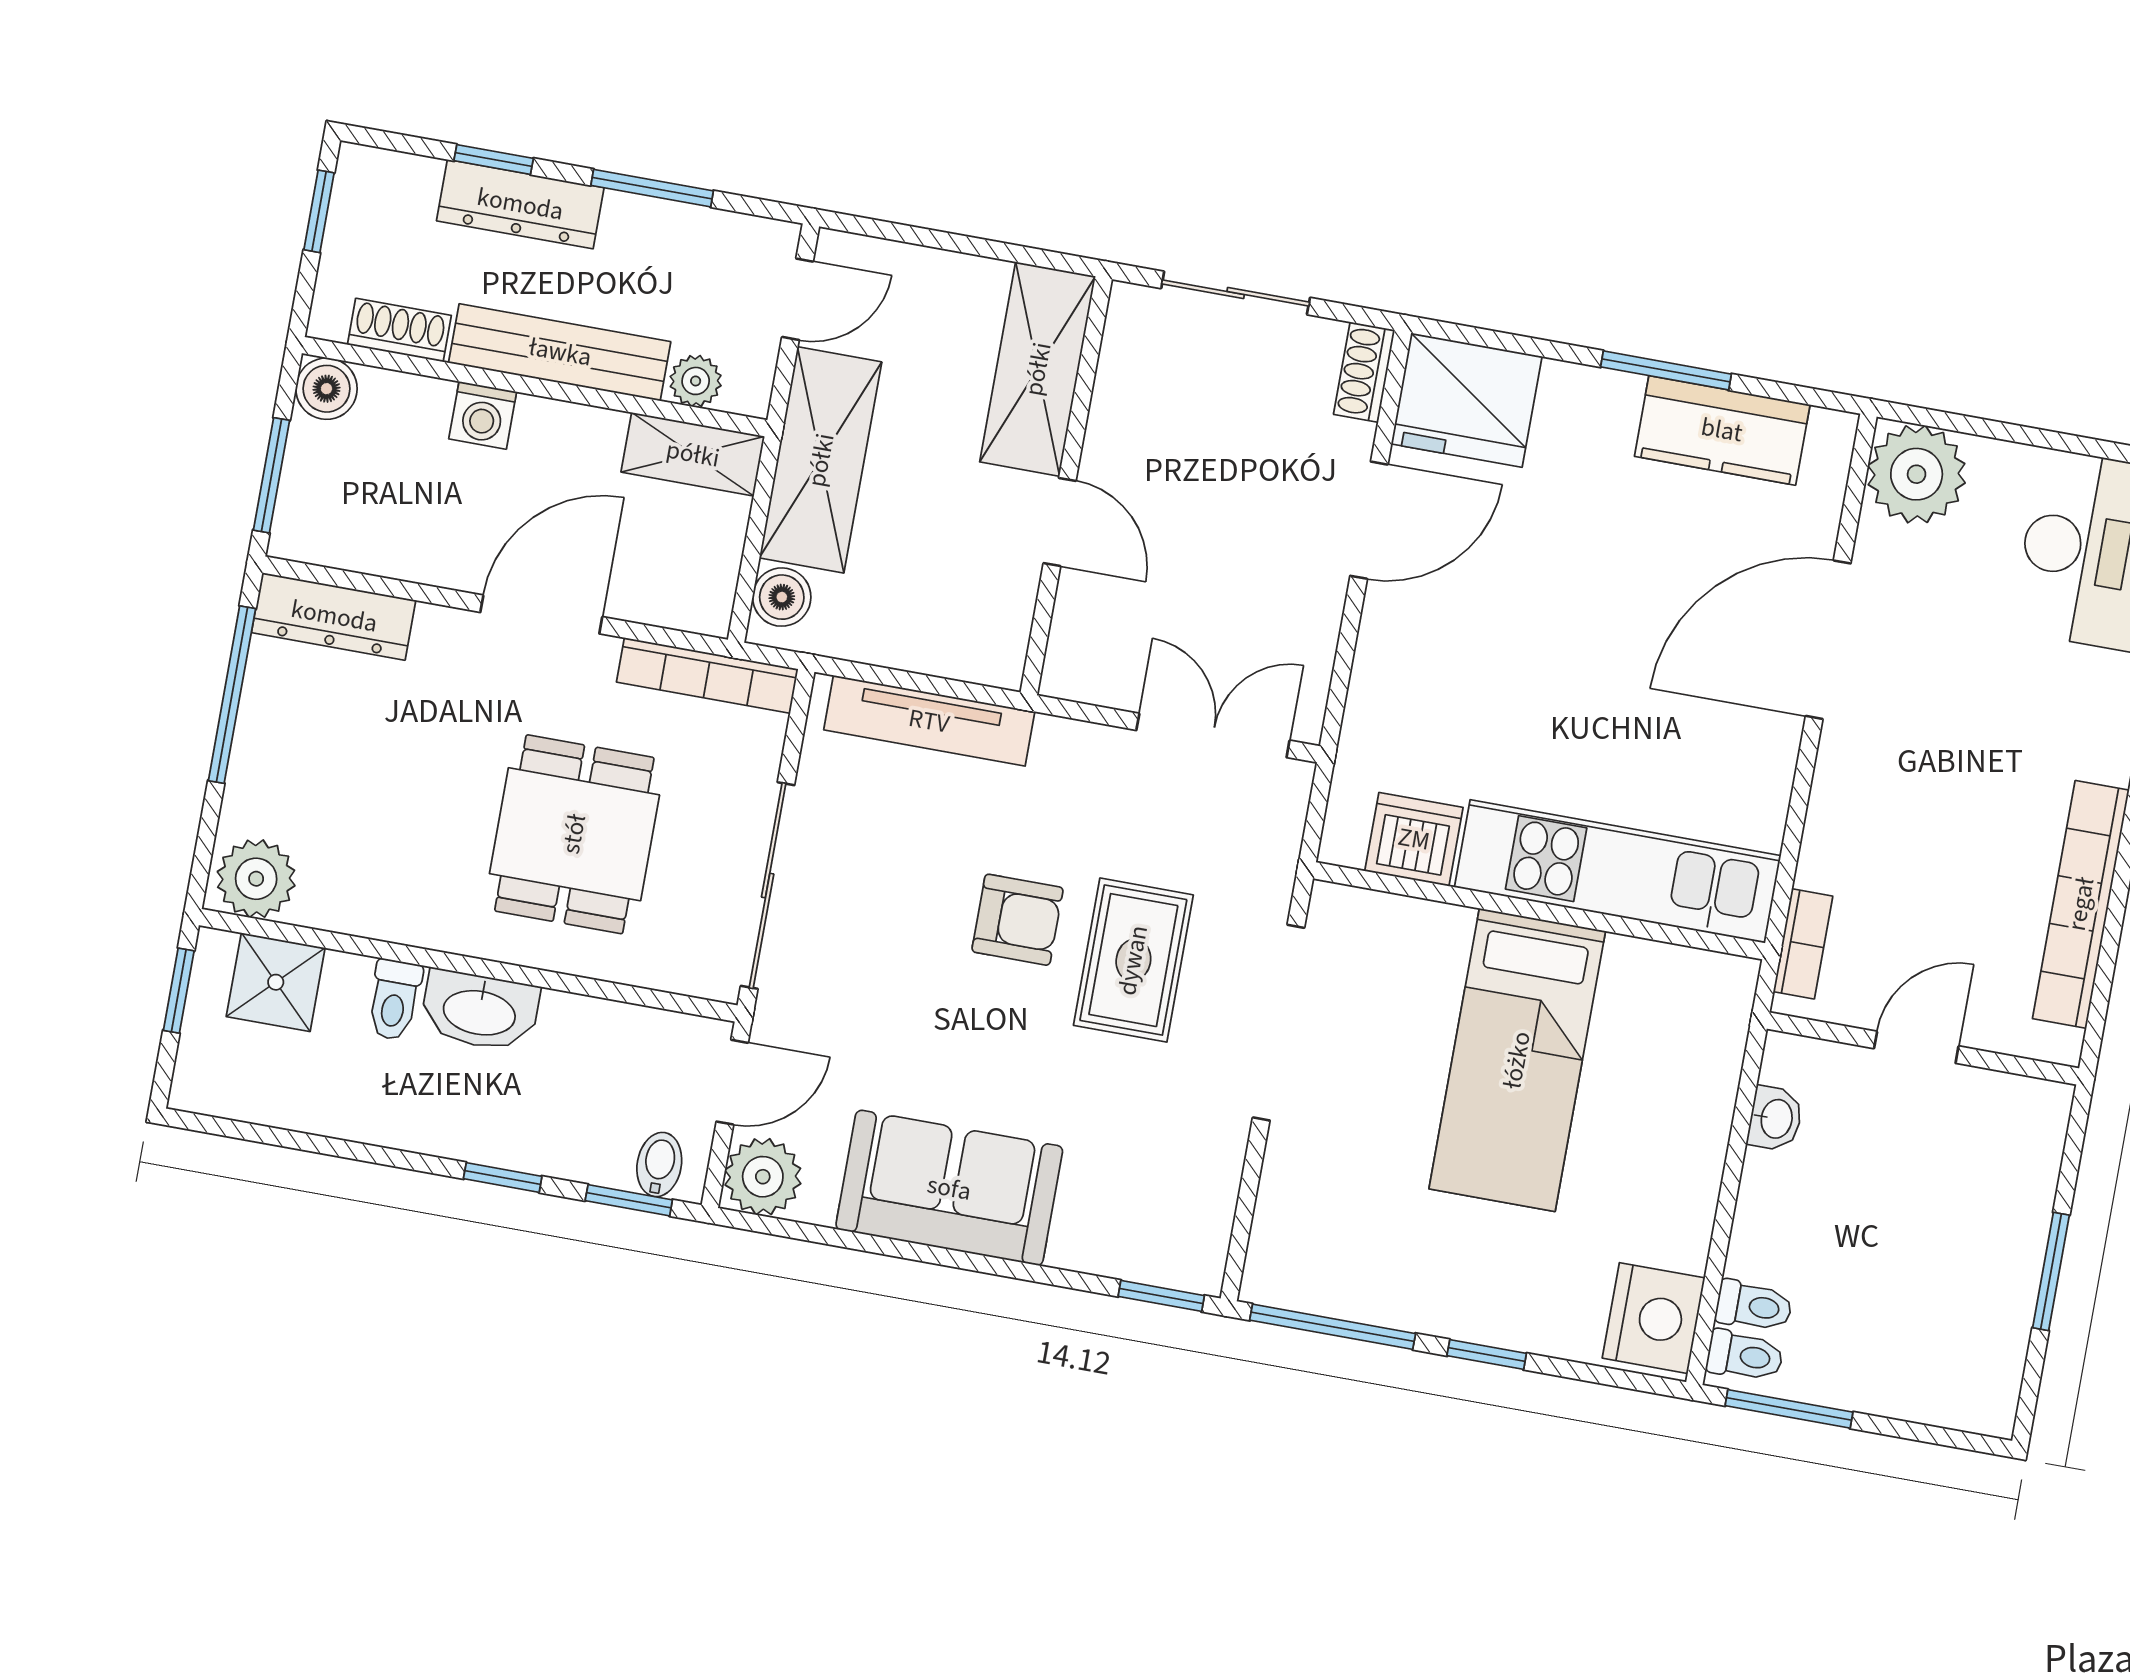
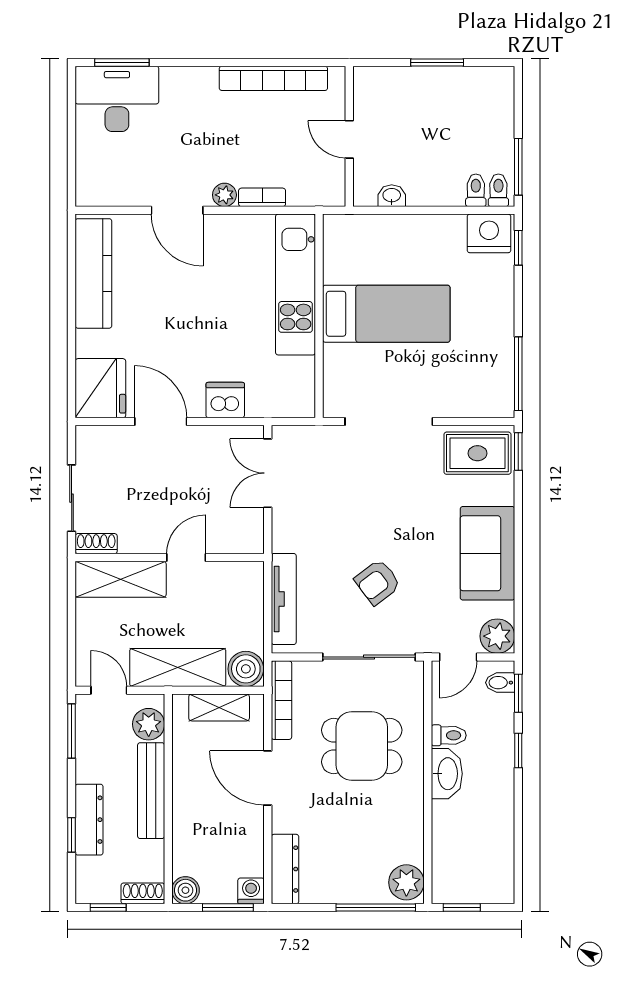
window: (652, 188) -> (72, 731), moved
shoe rack: (399, 330) -> (143, 893), moved, turned 90
window: (1666, 370) -> (72, 303), removed
shoe rack: (1364, 372) -> (96, 544), moved, turned 180
plant: (696, 381) -> (149, 724), width x1.38, depth x1.38
washing machine: (483, 415) -> (251, 891), moved, turned -90
kitchen counter: (1722, 430) -> (93, 273), width x1.50
shelving: (693, 454) -> (219, 707), moved, turned 90
plant: (1917, 474) -> (224, 195), moved, width x0.53, depth x0.53
boiler: (782, 597) -> (246, 669), width x1.36, depth x1.36
door: (1828, 640) -> (177, 210), width x0.73
window: (232, 695) -> (376, 908), moved
dishwasher: (1414, 839) -> (225, 400), moved, turned 90
armchair: (1017, 920) -> (378, 582), moved, turned -127
bookcase: (1803, 944) -> (262, 197), moved
rug: (1133, 960) -> (477, 453), moved
shower: (276, 982) -> (450, 866), removed
toilet: (394, 1000) -> (449, 735), moved
door: (732, 1082) -> (458, 657), swing flipped
window: (1487, 1355) -> (518, 248), moved

